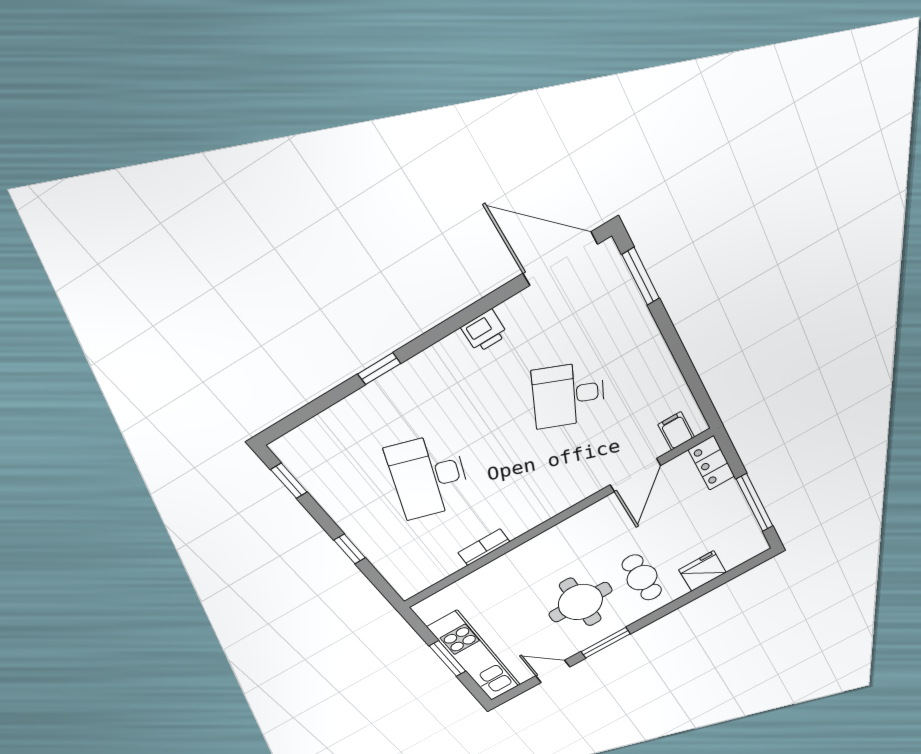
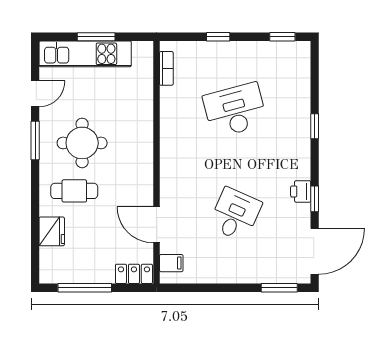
window: (483, 306) -> (315, 199), added
desk: (429, 477) -> (235, 110), turned -33
bookcase: (484, 547) -> (166, 68), moved

